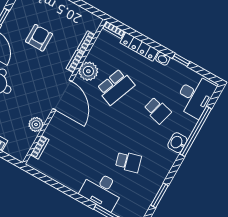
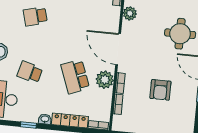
school desk: (116, 87) -> (75, 77), turned -42

